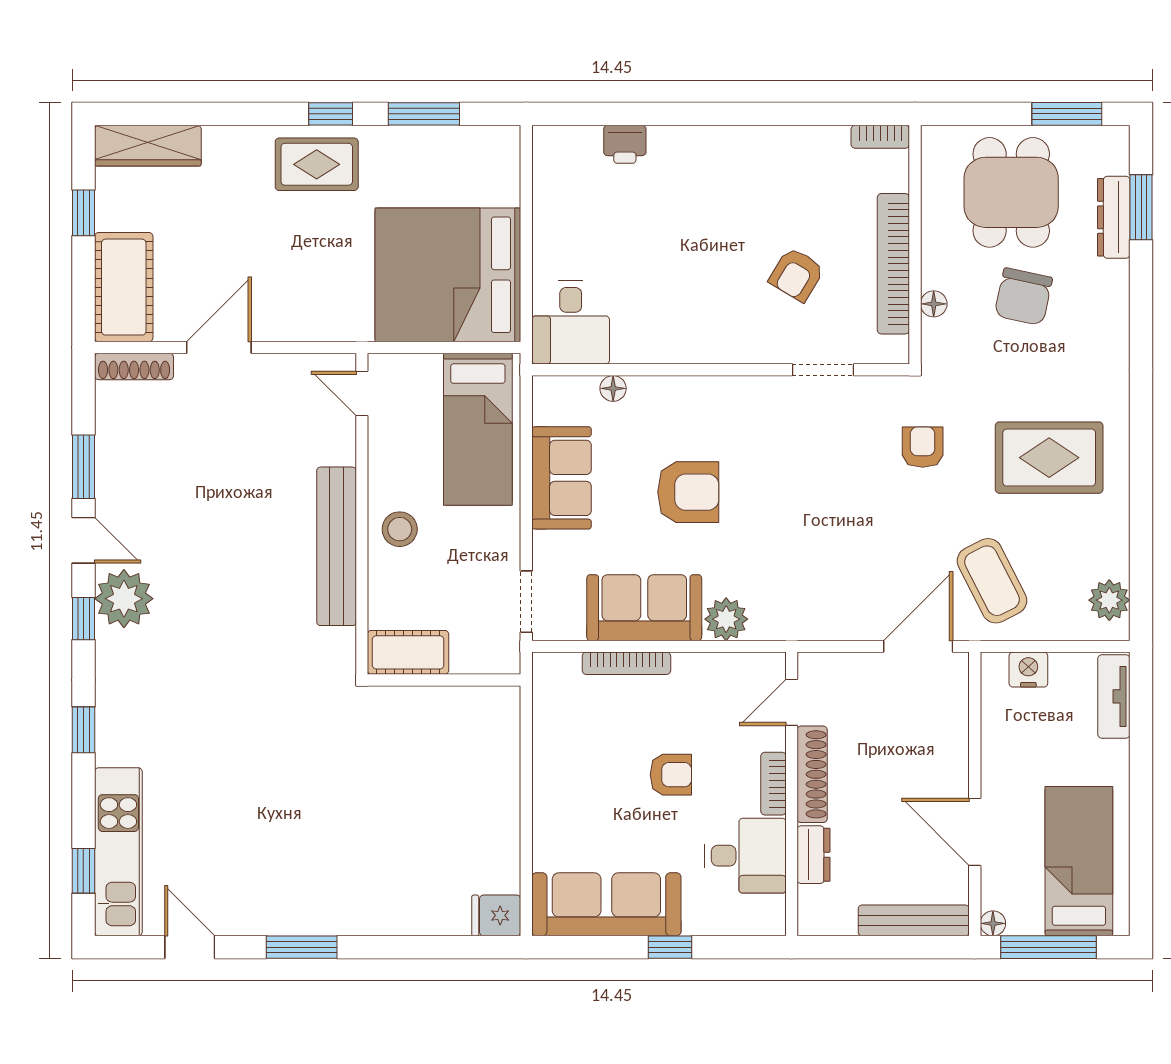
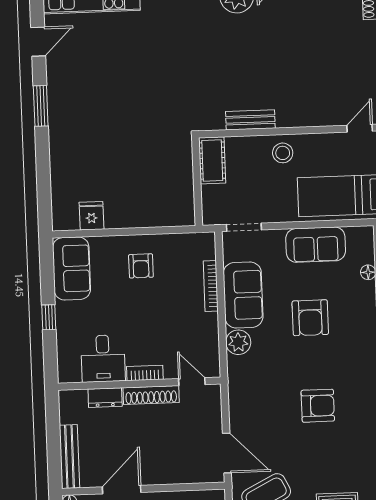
armchair: (923, 447) -> (318, 406), moved, width x1.38, depth x1.38
bench: (337, 546) -> (250, 120), width x0.54, depth x0.82
armchair: (671, 775) -> (141, 266), moved
sofa: (606, 904) -> (72, 268), width x0.73
fridge: (496, 915) -> (92, 216), moved

